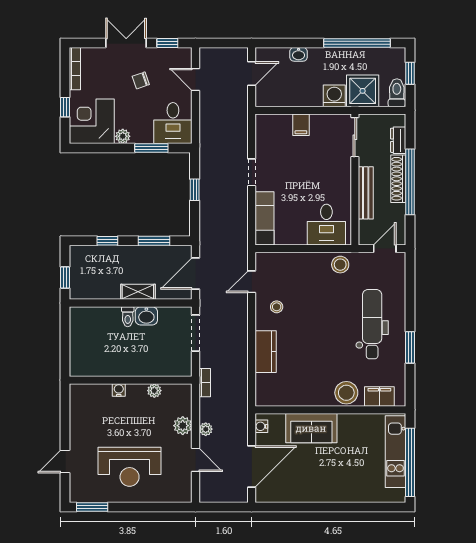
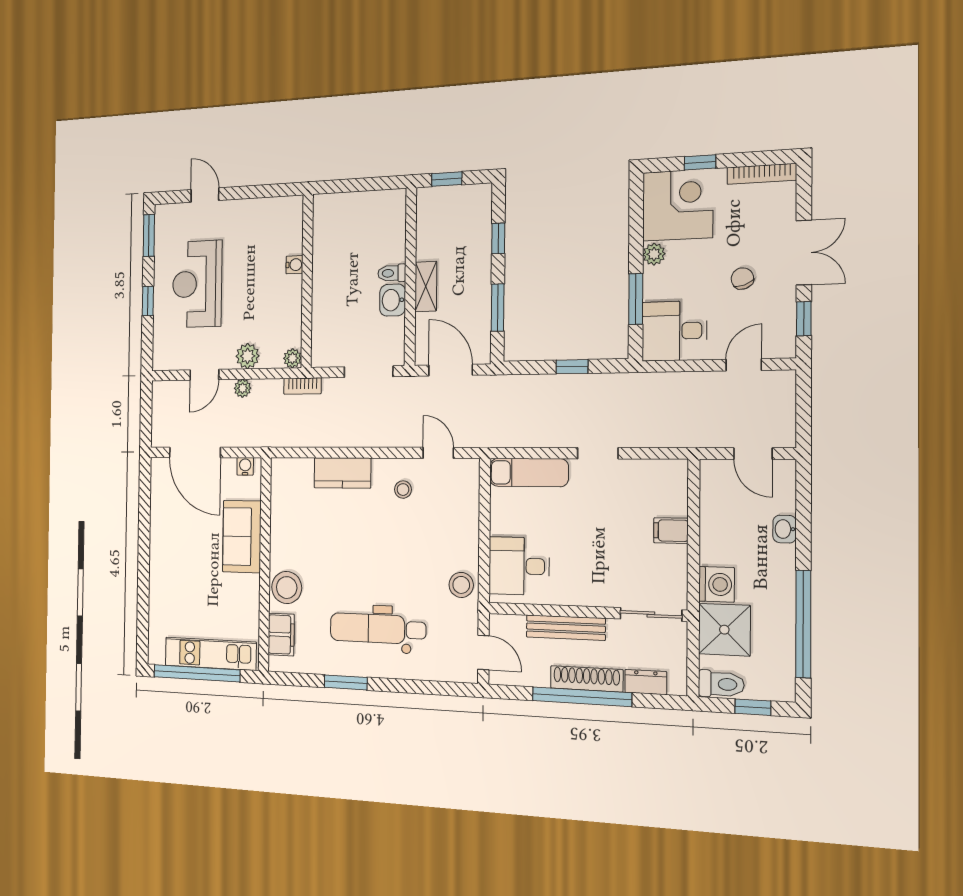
dental chair: (372, 324) -> (378, 629), turned 180
plant: (154, 391) -> (292, 358), moved
window: (140, 507) -> (148, 301), added

